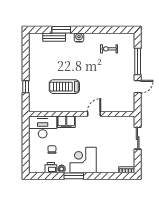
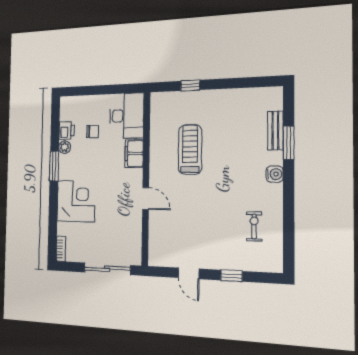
window: (138, 62) -> (232, 276), width x0.46
sliding door: (138, 138) -> (107, 269), width x1.37
corner desk: (83, 160) -> (76, 201), moved

